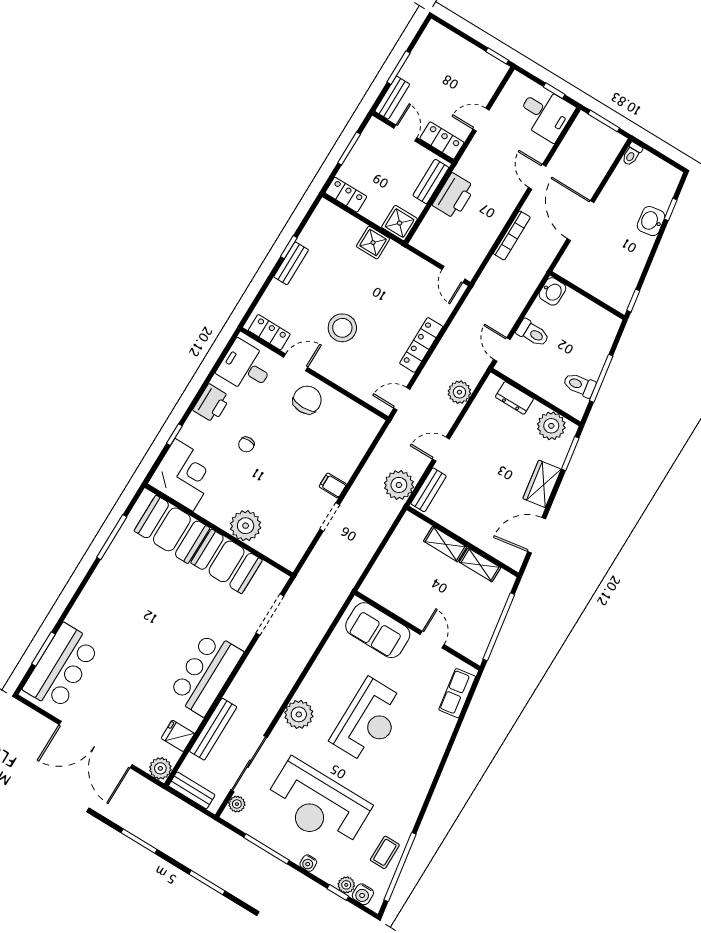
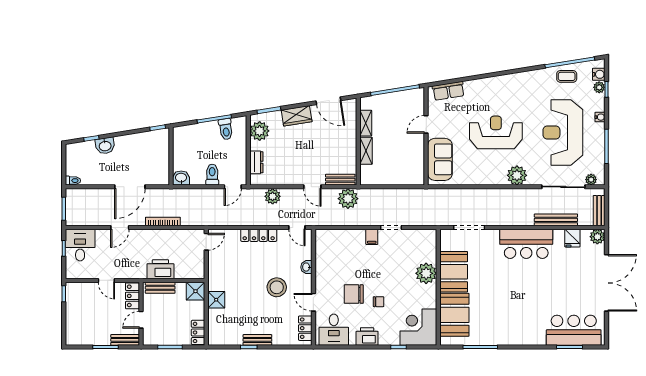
washbasin: (345, 380) -> (306, 267), added
chair: (307, 400) -> (354, 294), moved
reception desk: (317, 805) -> (563, 132), turned 180

